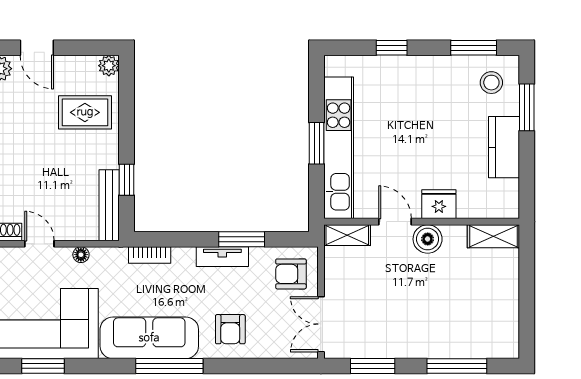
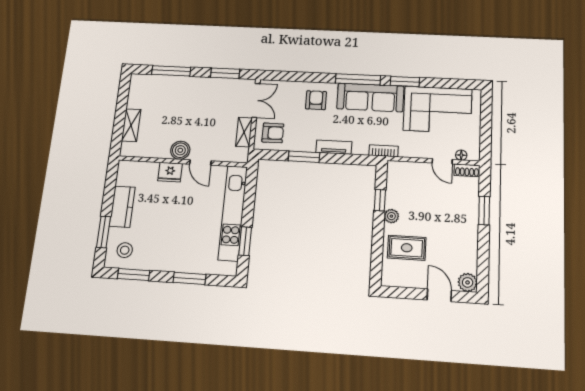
window: (392, 48) -> (189, 278), width x1.50
plant: (109, 66) -> (391, 216), moved
window: (317, 143) -> (245, 241), moved
bench: (109, 205) -> (393, 184), removed
shelving: (347, 235) -> (244, 132), moved, turned 90
shelving: (493, 236) -> (131, 125), moved, turned 90
floor lamp: (81, 255) -> (461, 155), moved
bookcase: (150, 255) -> (383, 151), moved
tv unit: (222, 257) -> (334, 147), moved
window: (43, 366) -> (405, 81), moved

